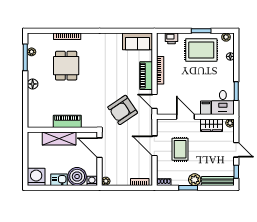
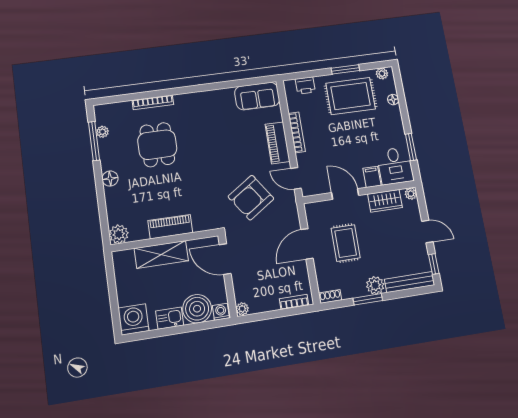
plant: (34, 121) -> (119, 234), added
door: (154, 146) -> (307, 244), hinge flipped

